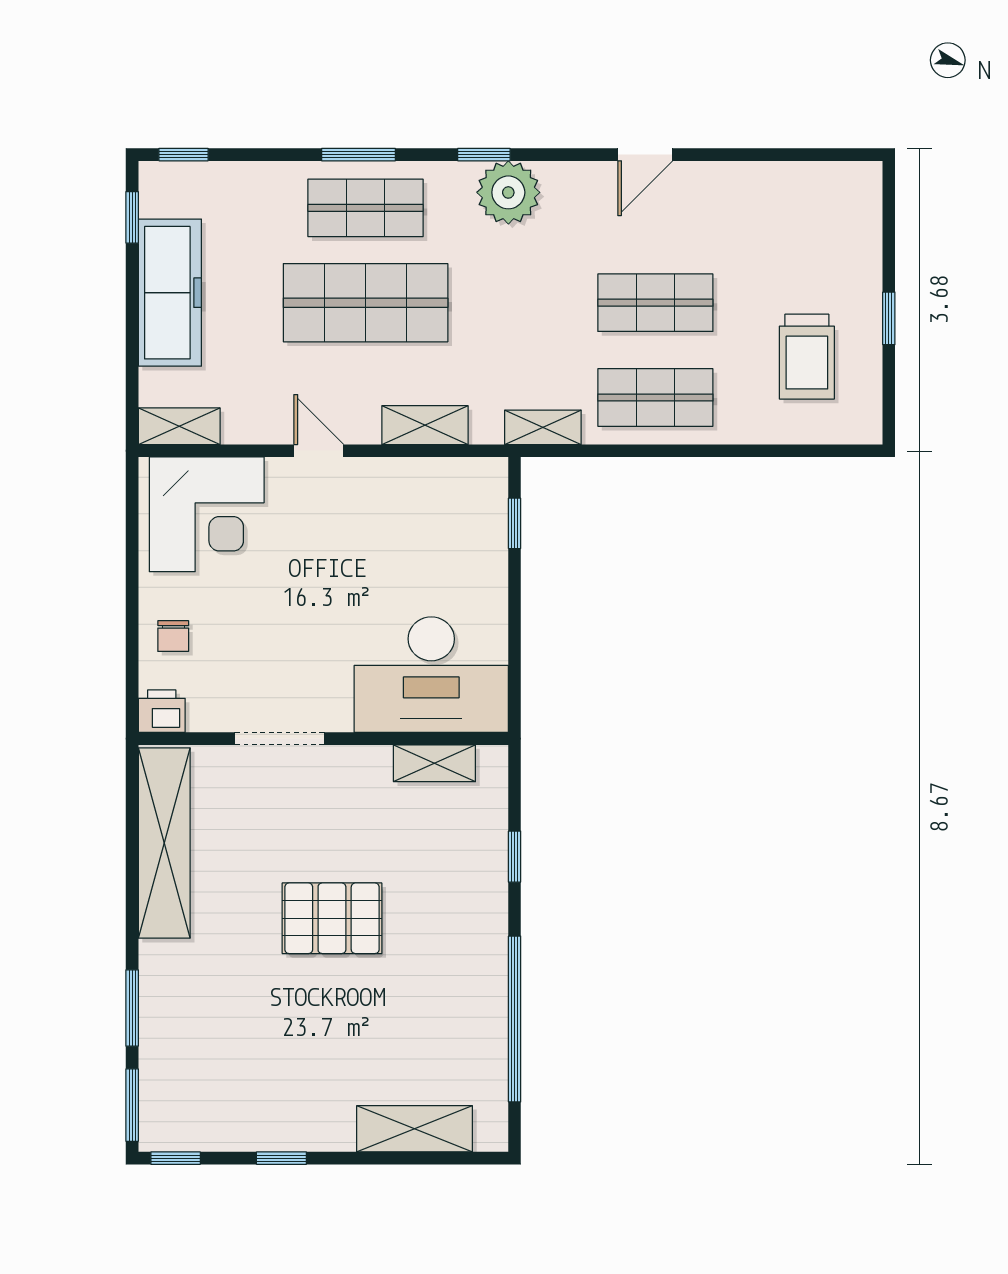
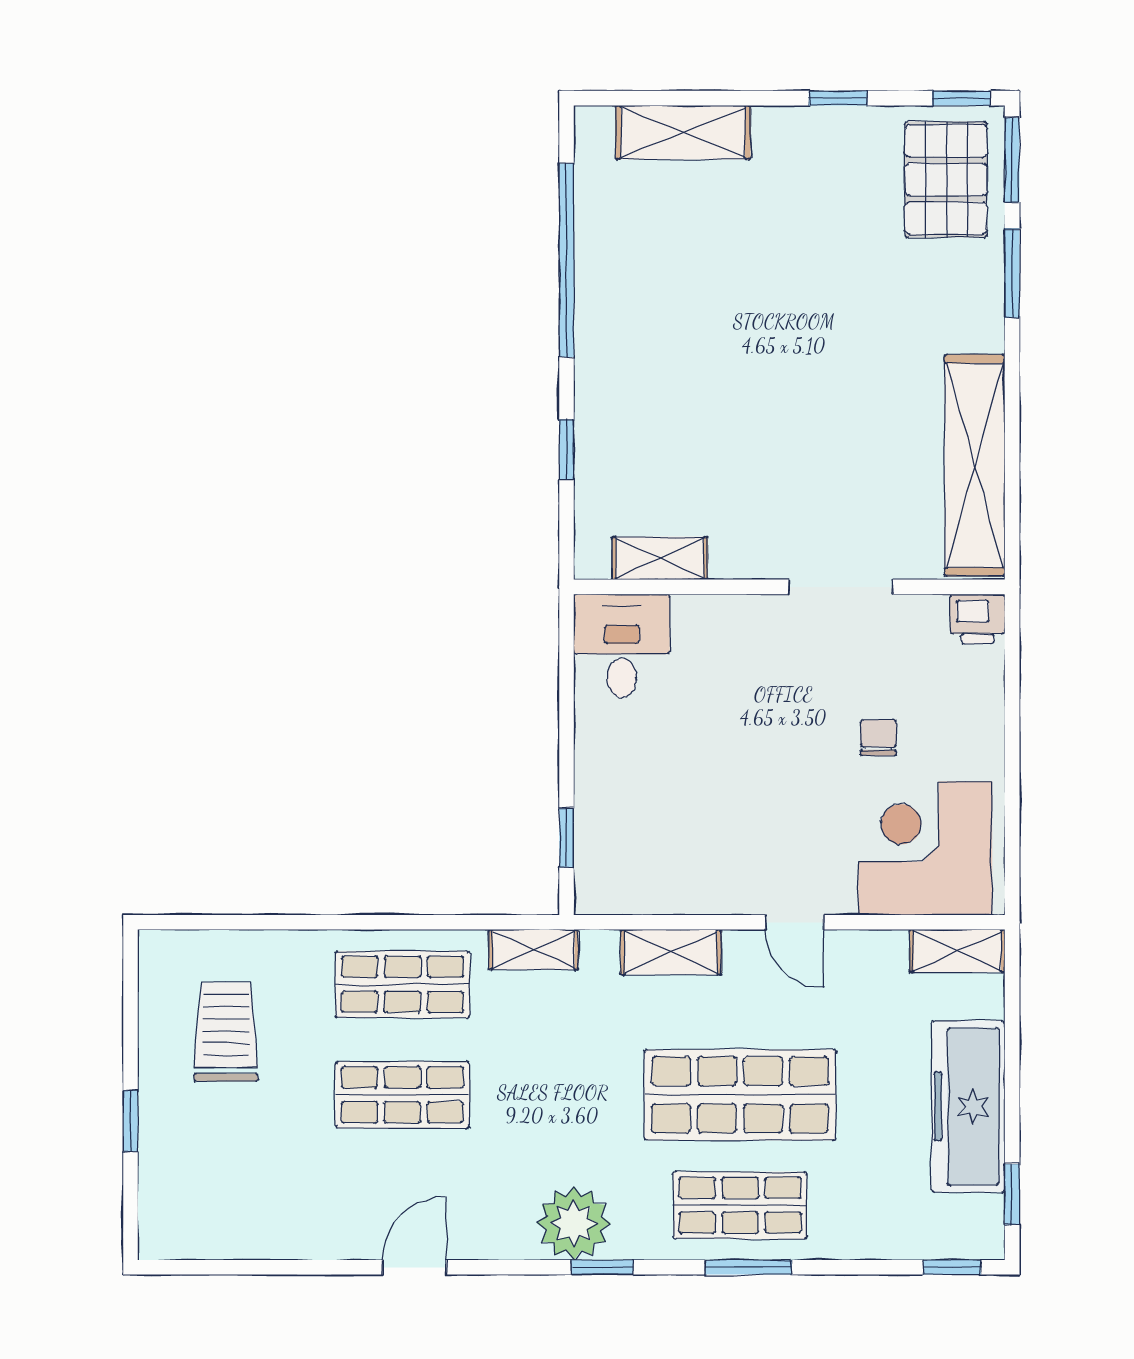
window: (889, 318) -> (131, 1121), moved
chair: (173, 636) -> (878, 738), moved
desk: (431, 675) -> (622, 646), width x0.53, depth x0.77
pallet: (332, 918) -> (946, 179), moved, turned 90

